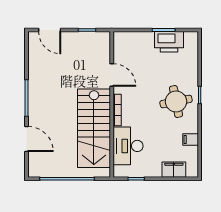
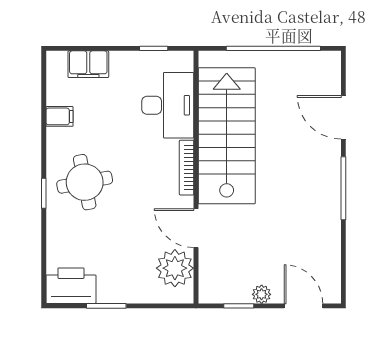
plant: (74, 37) -> (262, 294), added
printer: (169, 42) -> (71, 286), moved
plant: (124, 52) -> (175, 268), added

